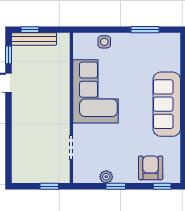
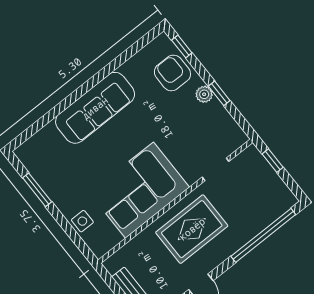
rug: (47, 104) -> (192, 229), added
window: (8, 145) -> (263, 235), added
armchair: (151, 168) -> (172, 73), turned 90
plant: (106, 177) -> (204, 94), moved

